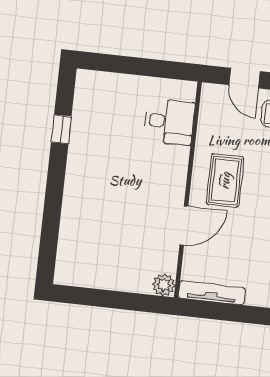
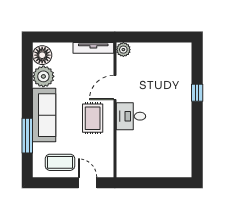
desk: (169, 122) -> (131, 116), moved
window: (61, 129) -> (197, 93), moved

